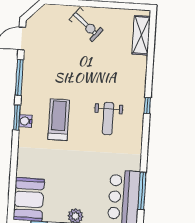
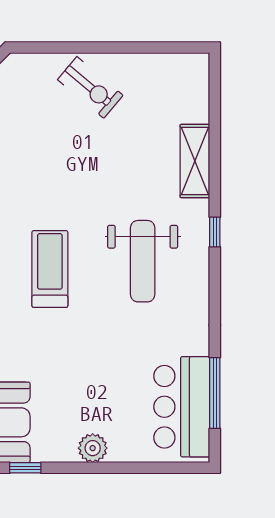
shelving: (141, 35) -> (195, 161), moved
weight bench: (108, 119) -> (143, 261), width x1.36, depth x1.33

